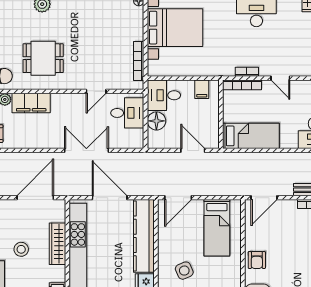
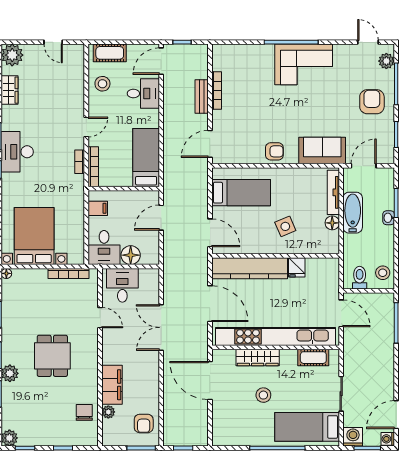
dining table: (43, 58) -> (52, 356), moved
door: (110, 198) -> (210, 304), swing flipped
door: (264, 198) -> (210, 144), swing flipped

